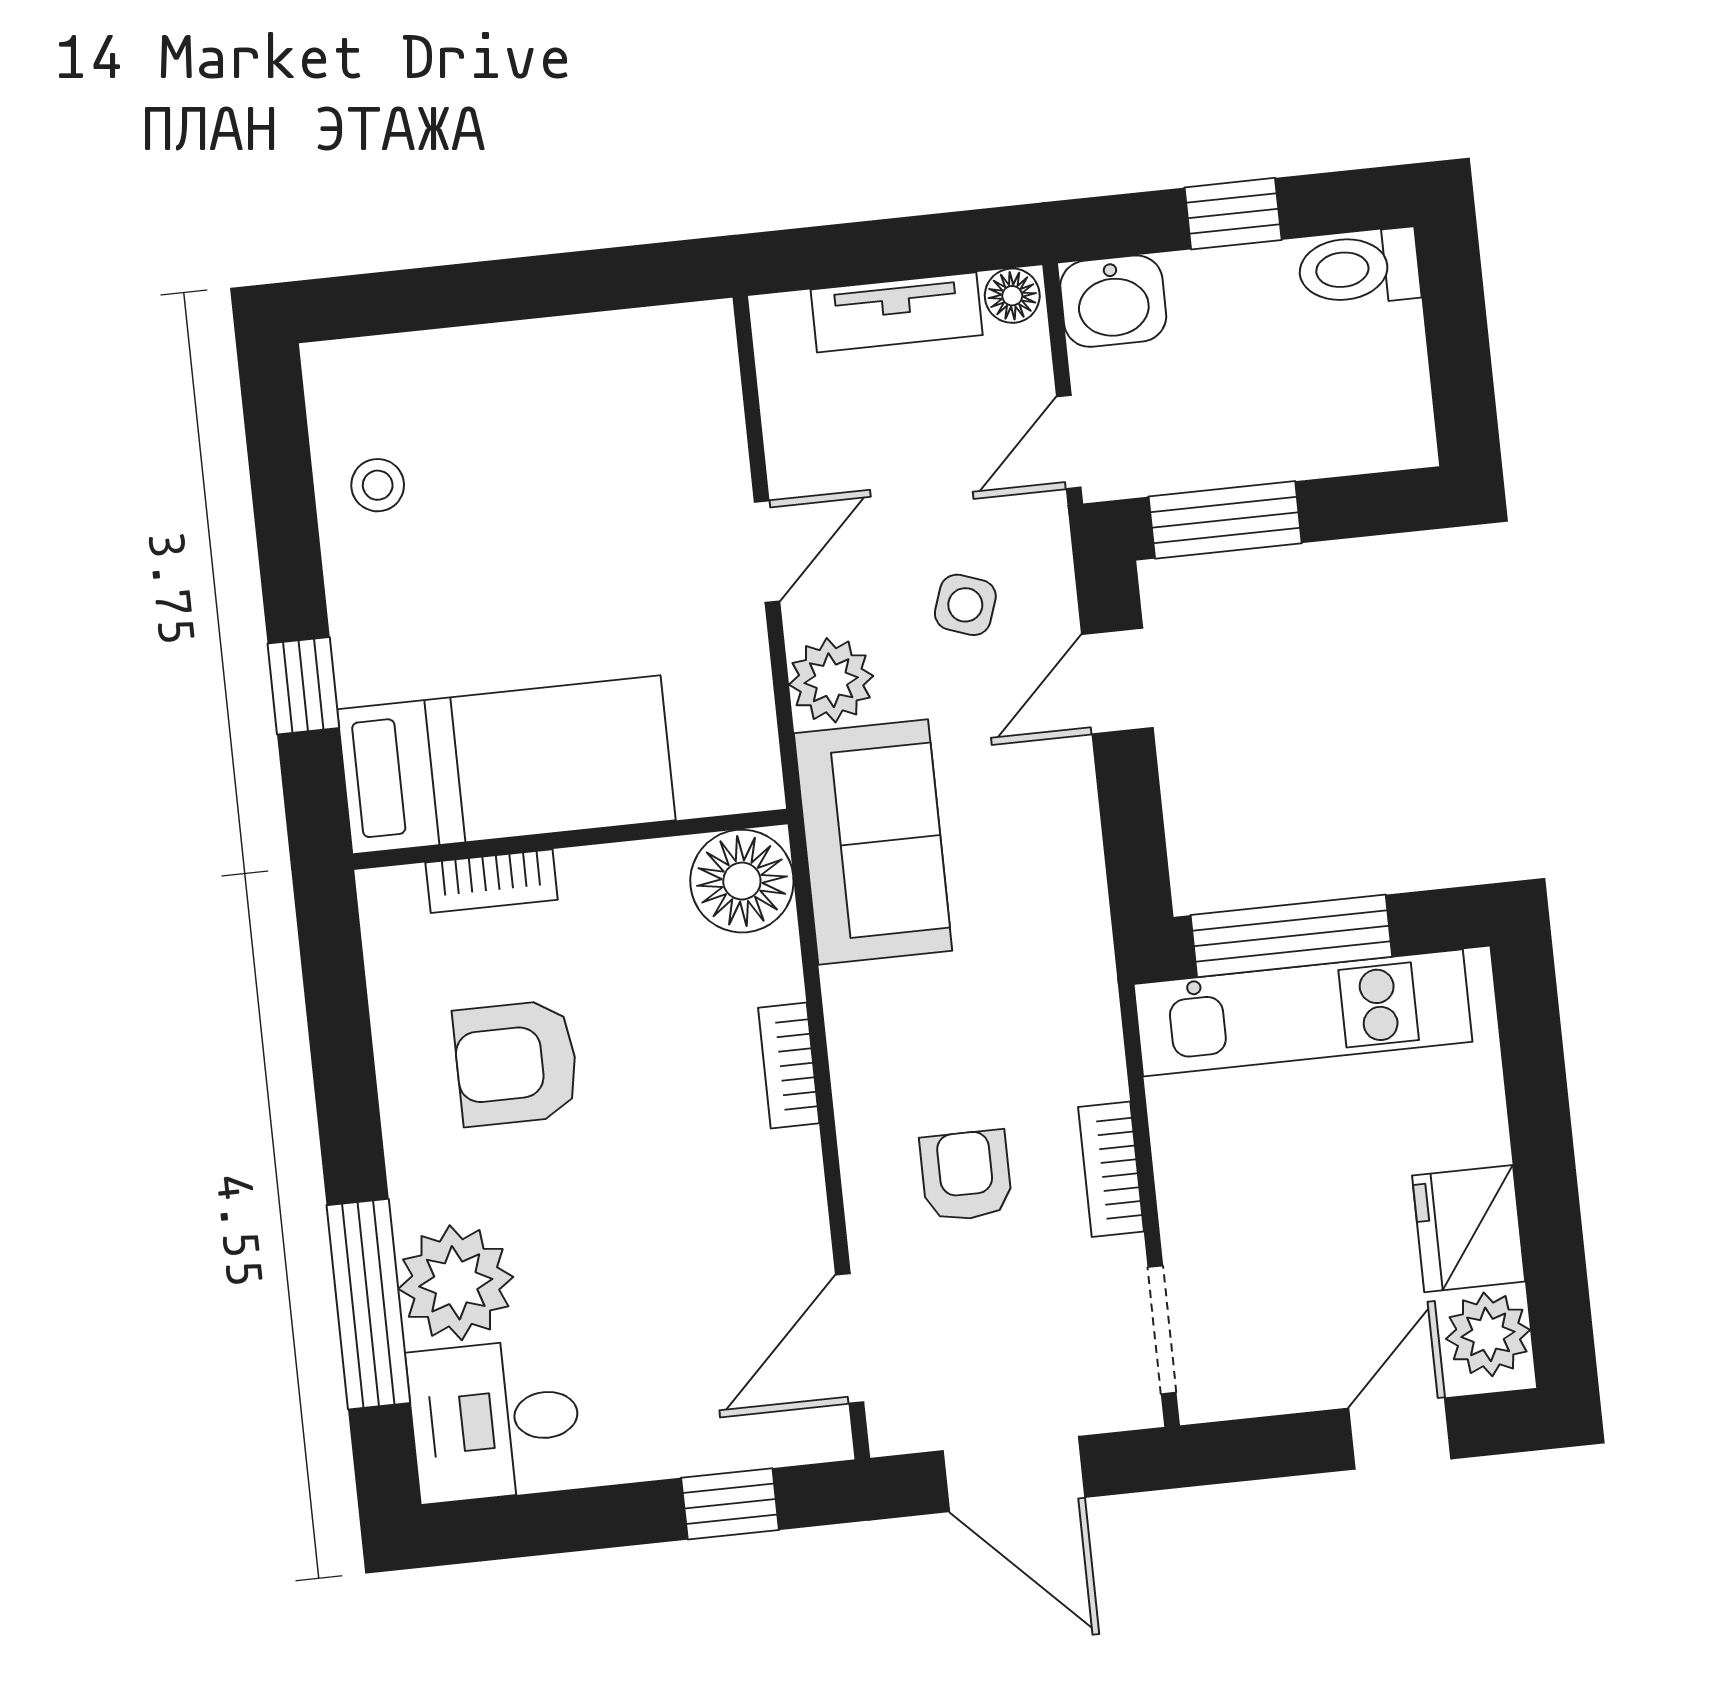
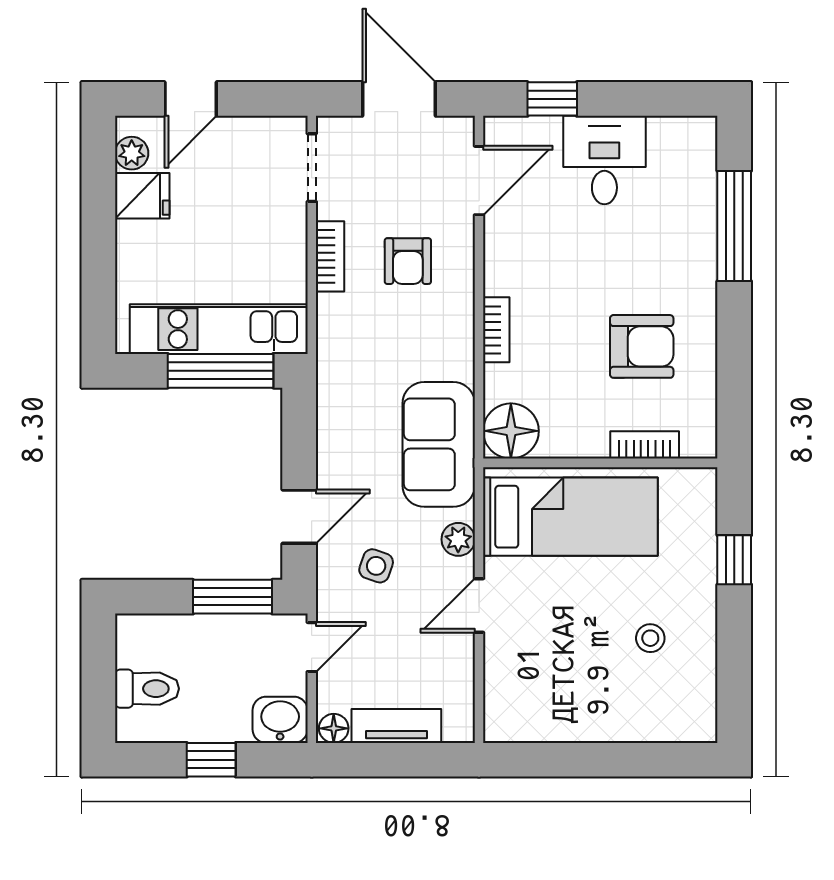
toilet: (1359, 268) -> (147, 689), moved
stool: (378, 485) -> (650, 638), moved
plant: (831, 680) -> (458, 539), width x0.73, depth x0.73
bed: (506, 765) -> (570, 517), moved, turned 180
fridge: (1469, 1229) -> (142, 196), width x0.72
plant: (456, 1283) -> (686, 232), removed
plant: (1488, 1334) -> (132, 153), width x0.73, depth x0.73
desk: (495, 1420) -> (604, 160), moved, turned -90

